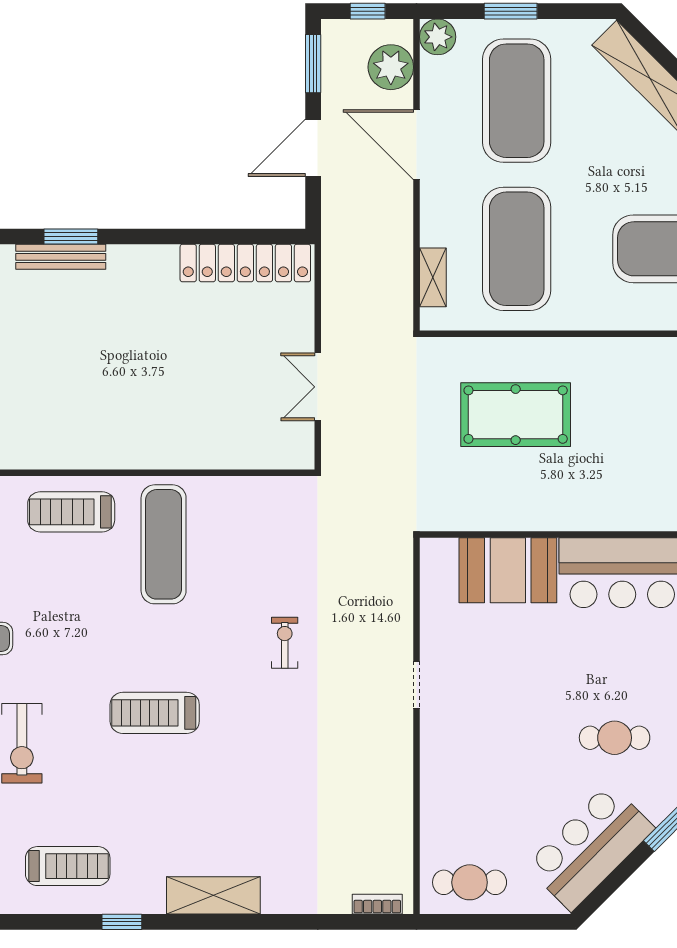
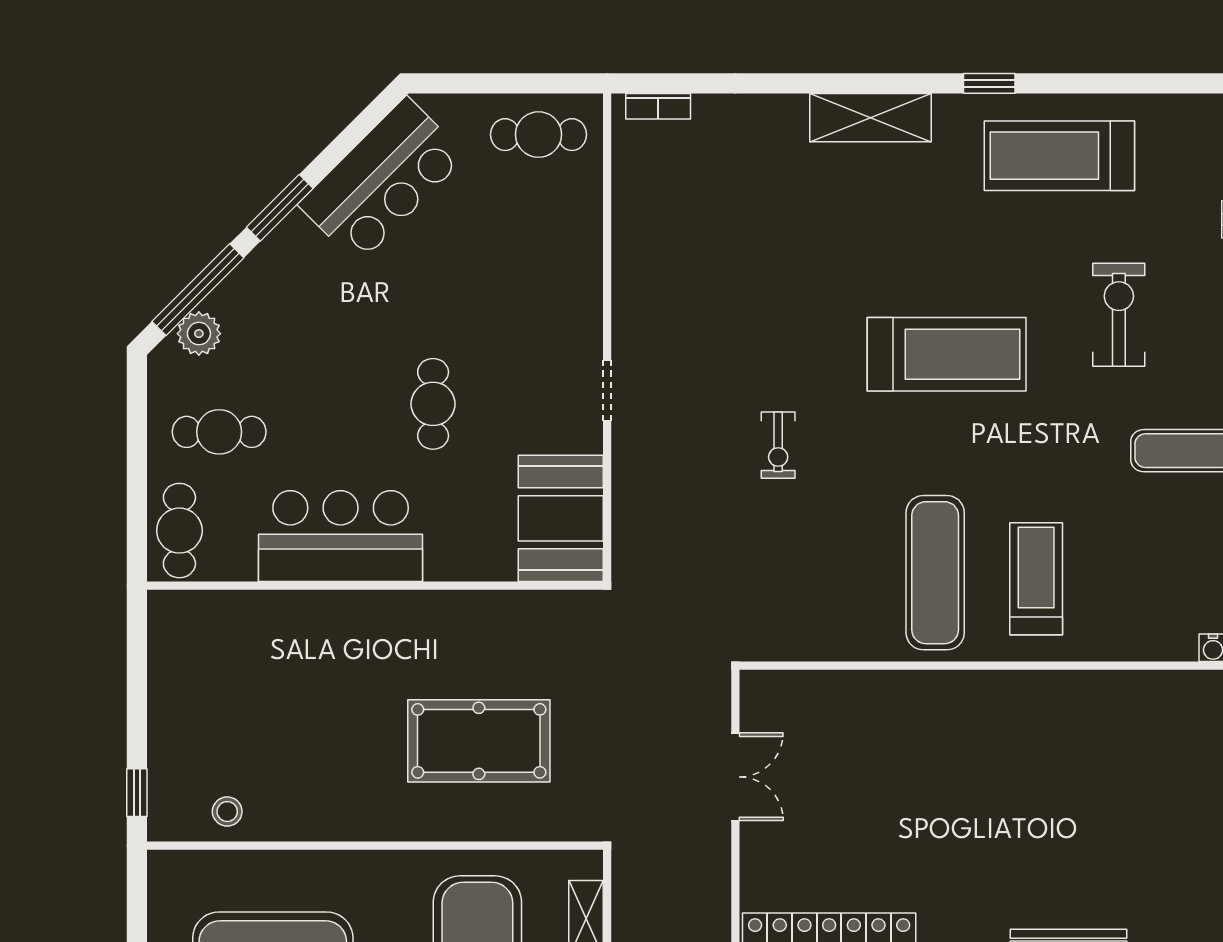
treadmill: (71, 512) -> (1036, 579), moved, turned -90
booth: (508, 570) -> (561, 518), moved, turned 90
treadmill: (155, 713) -> (947, 354), width x1.37, depth x1.38
cafe table: (615, 738) -> (433, 404), moved, turned 90
treadmill: (68, 866) -> (1059, 156), width x1.37, depth x1.38

